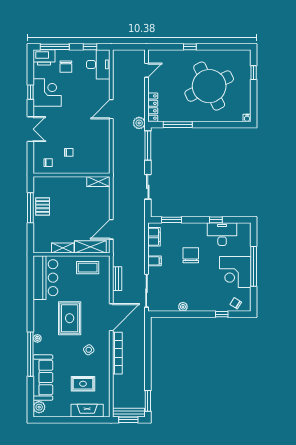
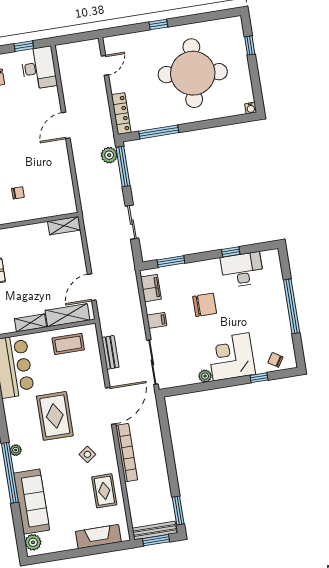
round table: (209, 86) -> (193, 73), turned 32
plant: (139, 123) -> (109, 155), moved
chair: (191, 255) -> (205, 305), turned 90
corner desk: (235, 272) -> (231, 357), moved, turned 90
rug: (83, 384) -> (104, 491), moved, turned 90

